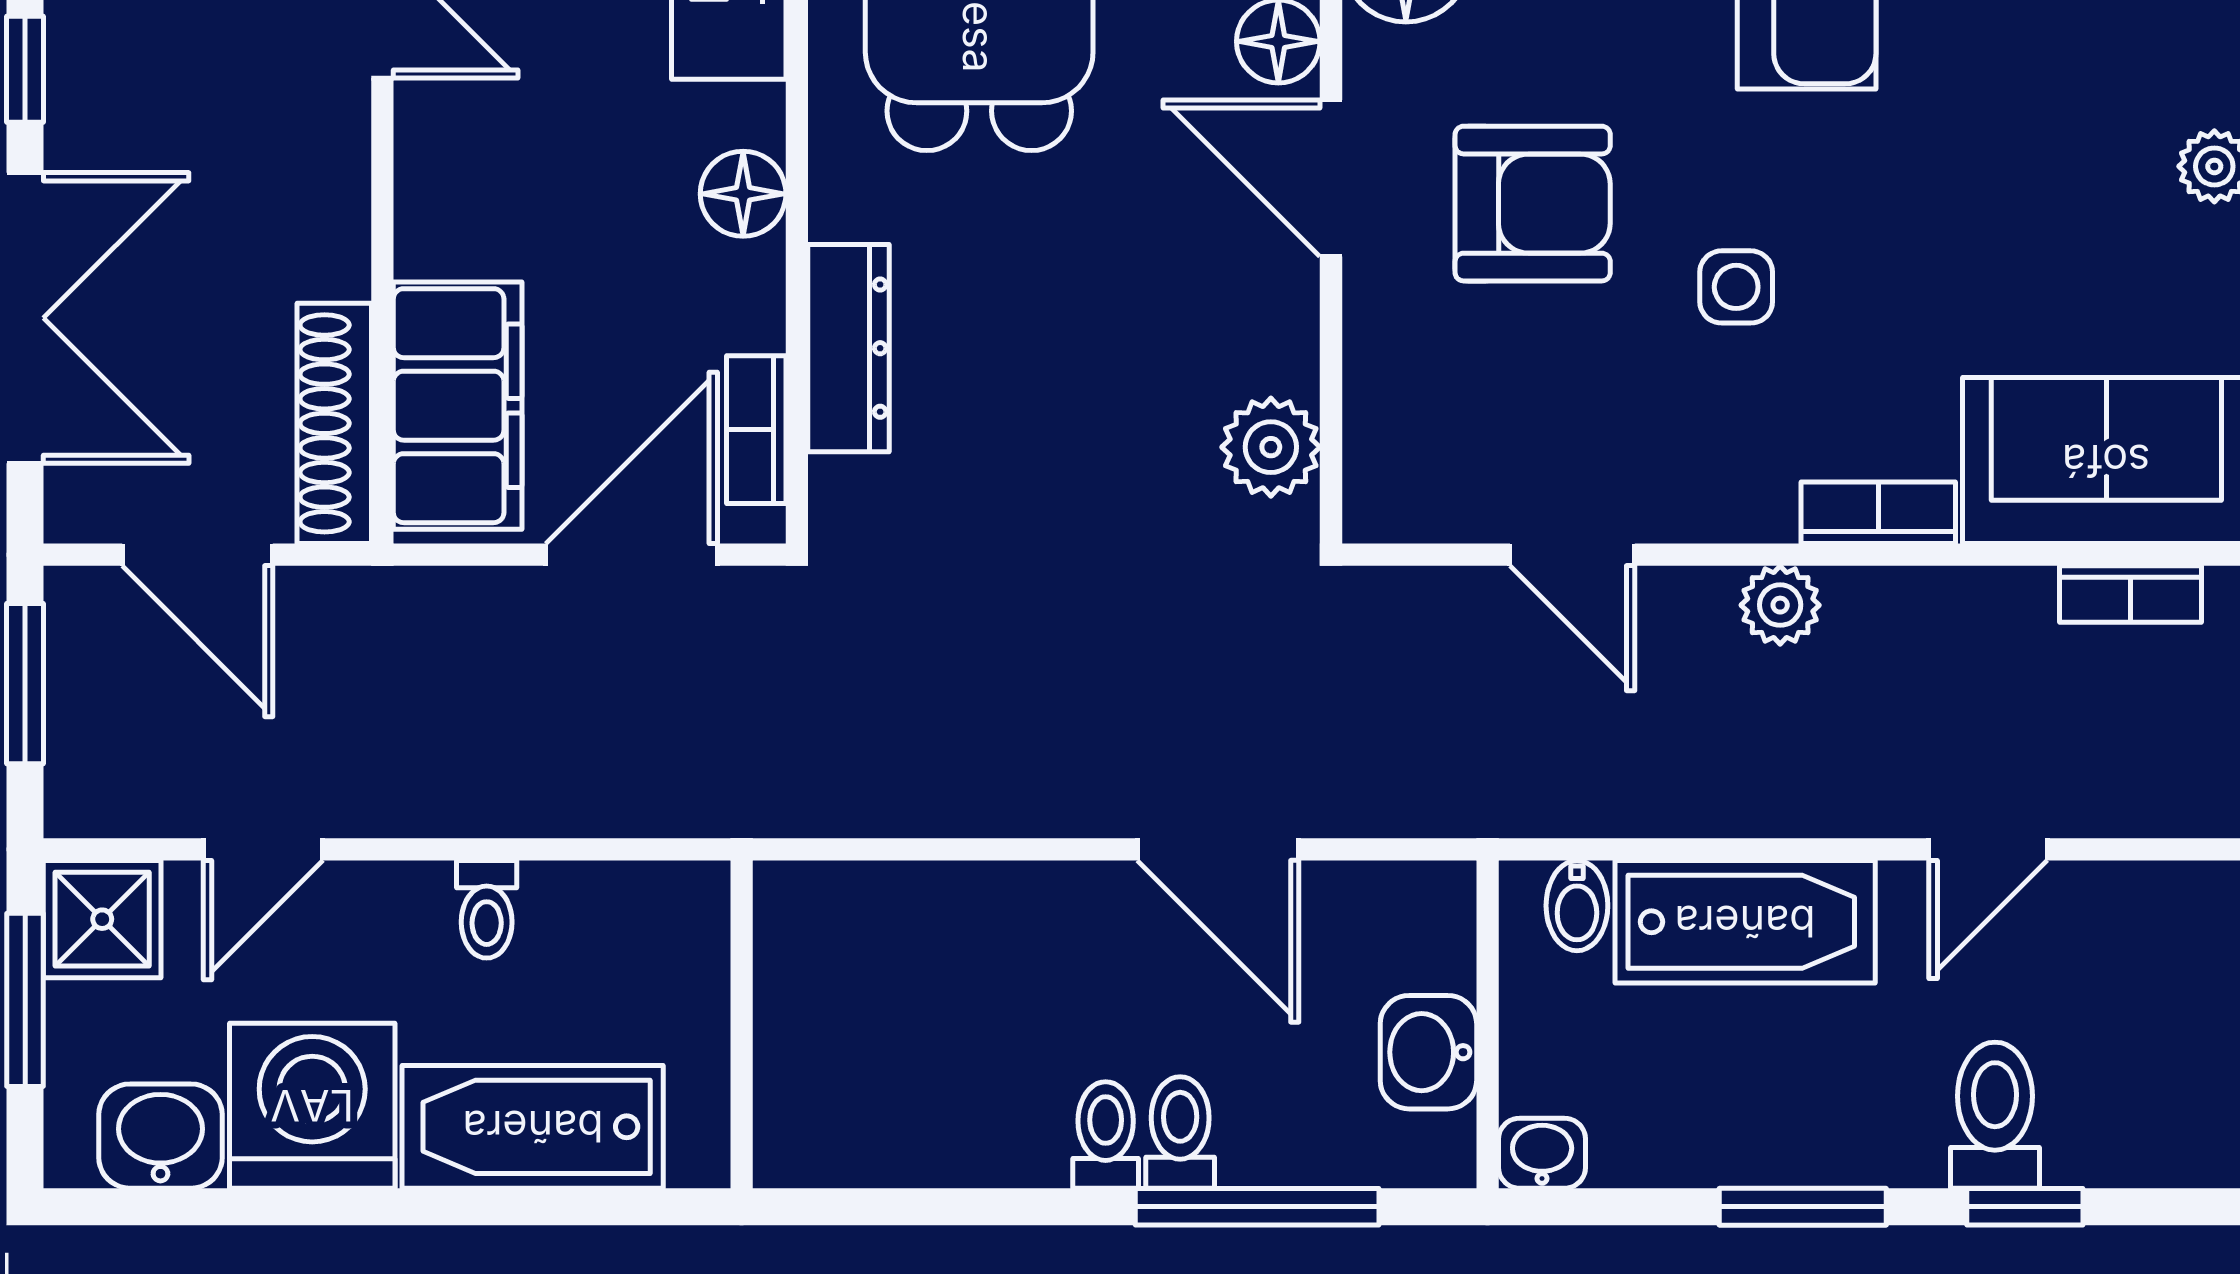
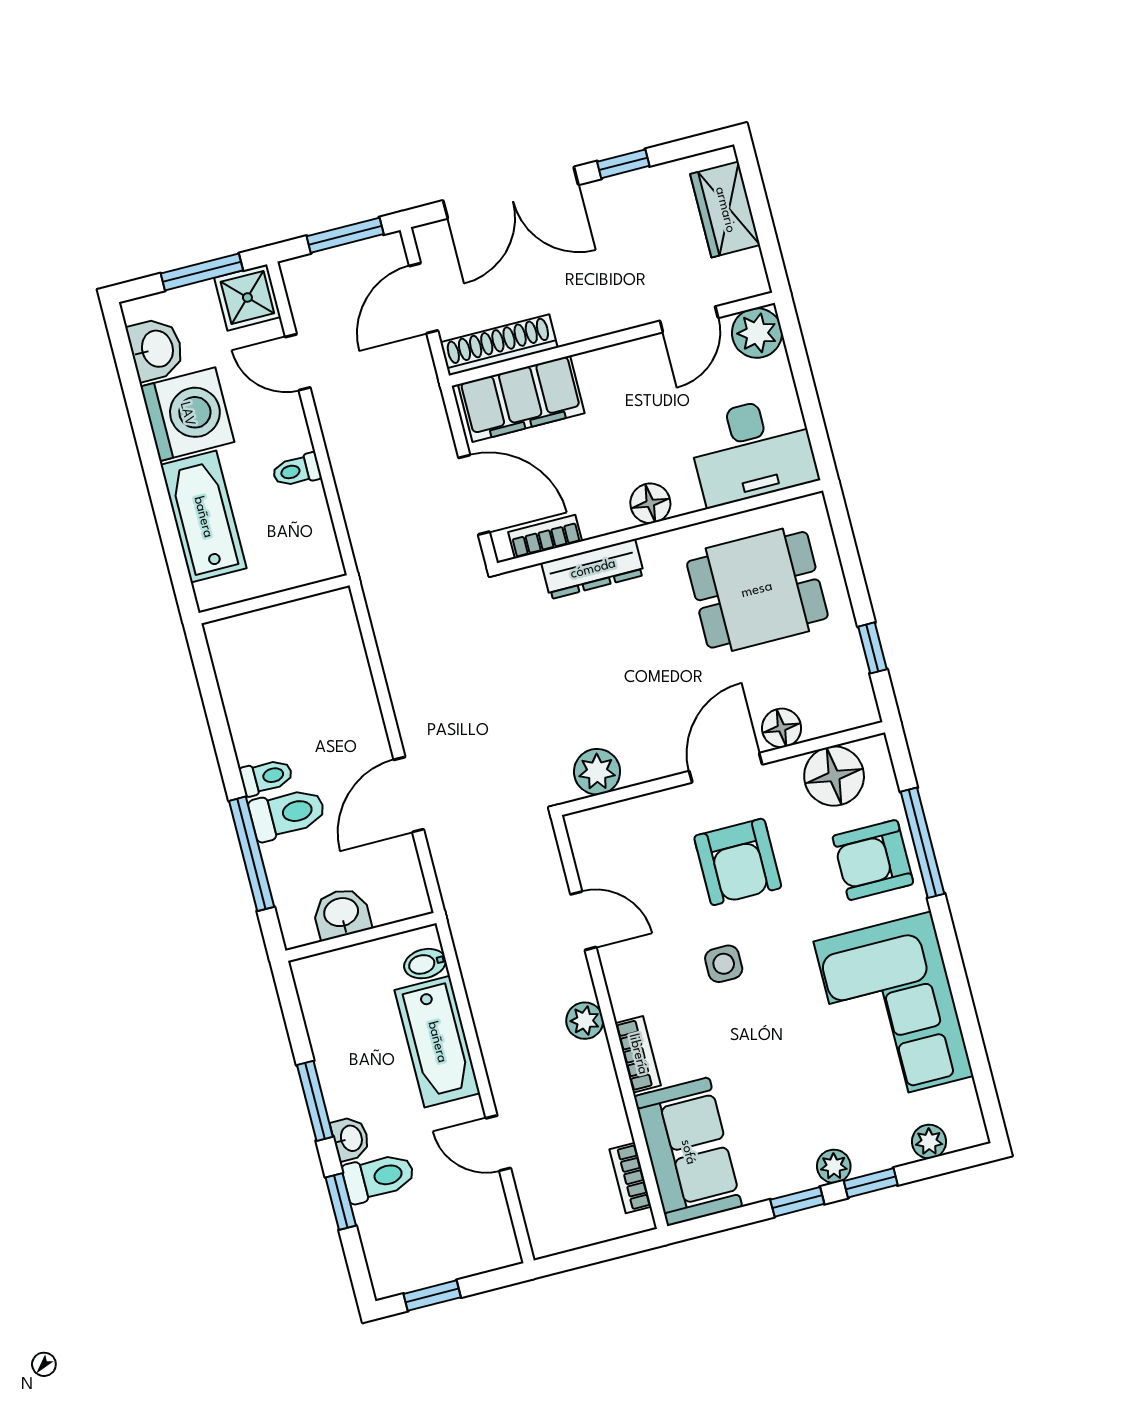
door: (1572, 555) -> (583, 921), swing flipped
toilet: (1180, 1132) -> (287, 814), width x1.37, depth x1.39
washbasin: (1542, 1153) -> (350, 1139), moved

